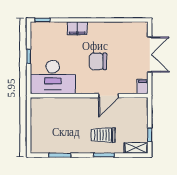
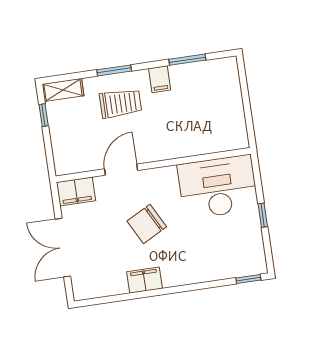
filing cabinet: (77, 28) -> (145, 280), moved
chair: (98, 61) -> (147, 224), turned 152
filing cabinet: (142, 87) -> (76, 191), width x2.00
filing cabinet: (78, 146) -> (160, 79), added

